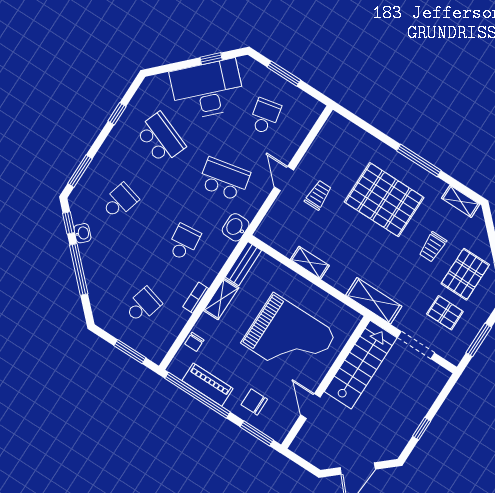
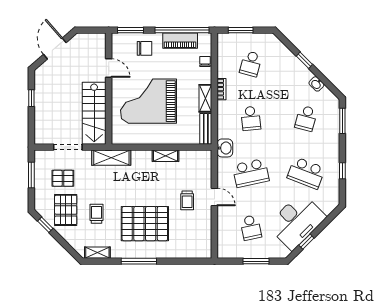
window: (69, 223) -> (329, 85), removed
window: (79, 269) -> (304, 60), width x0.46

